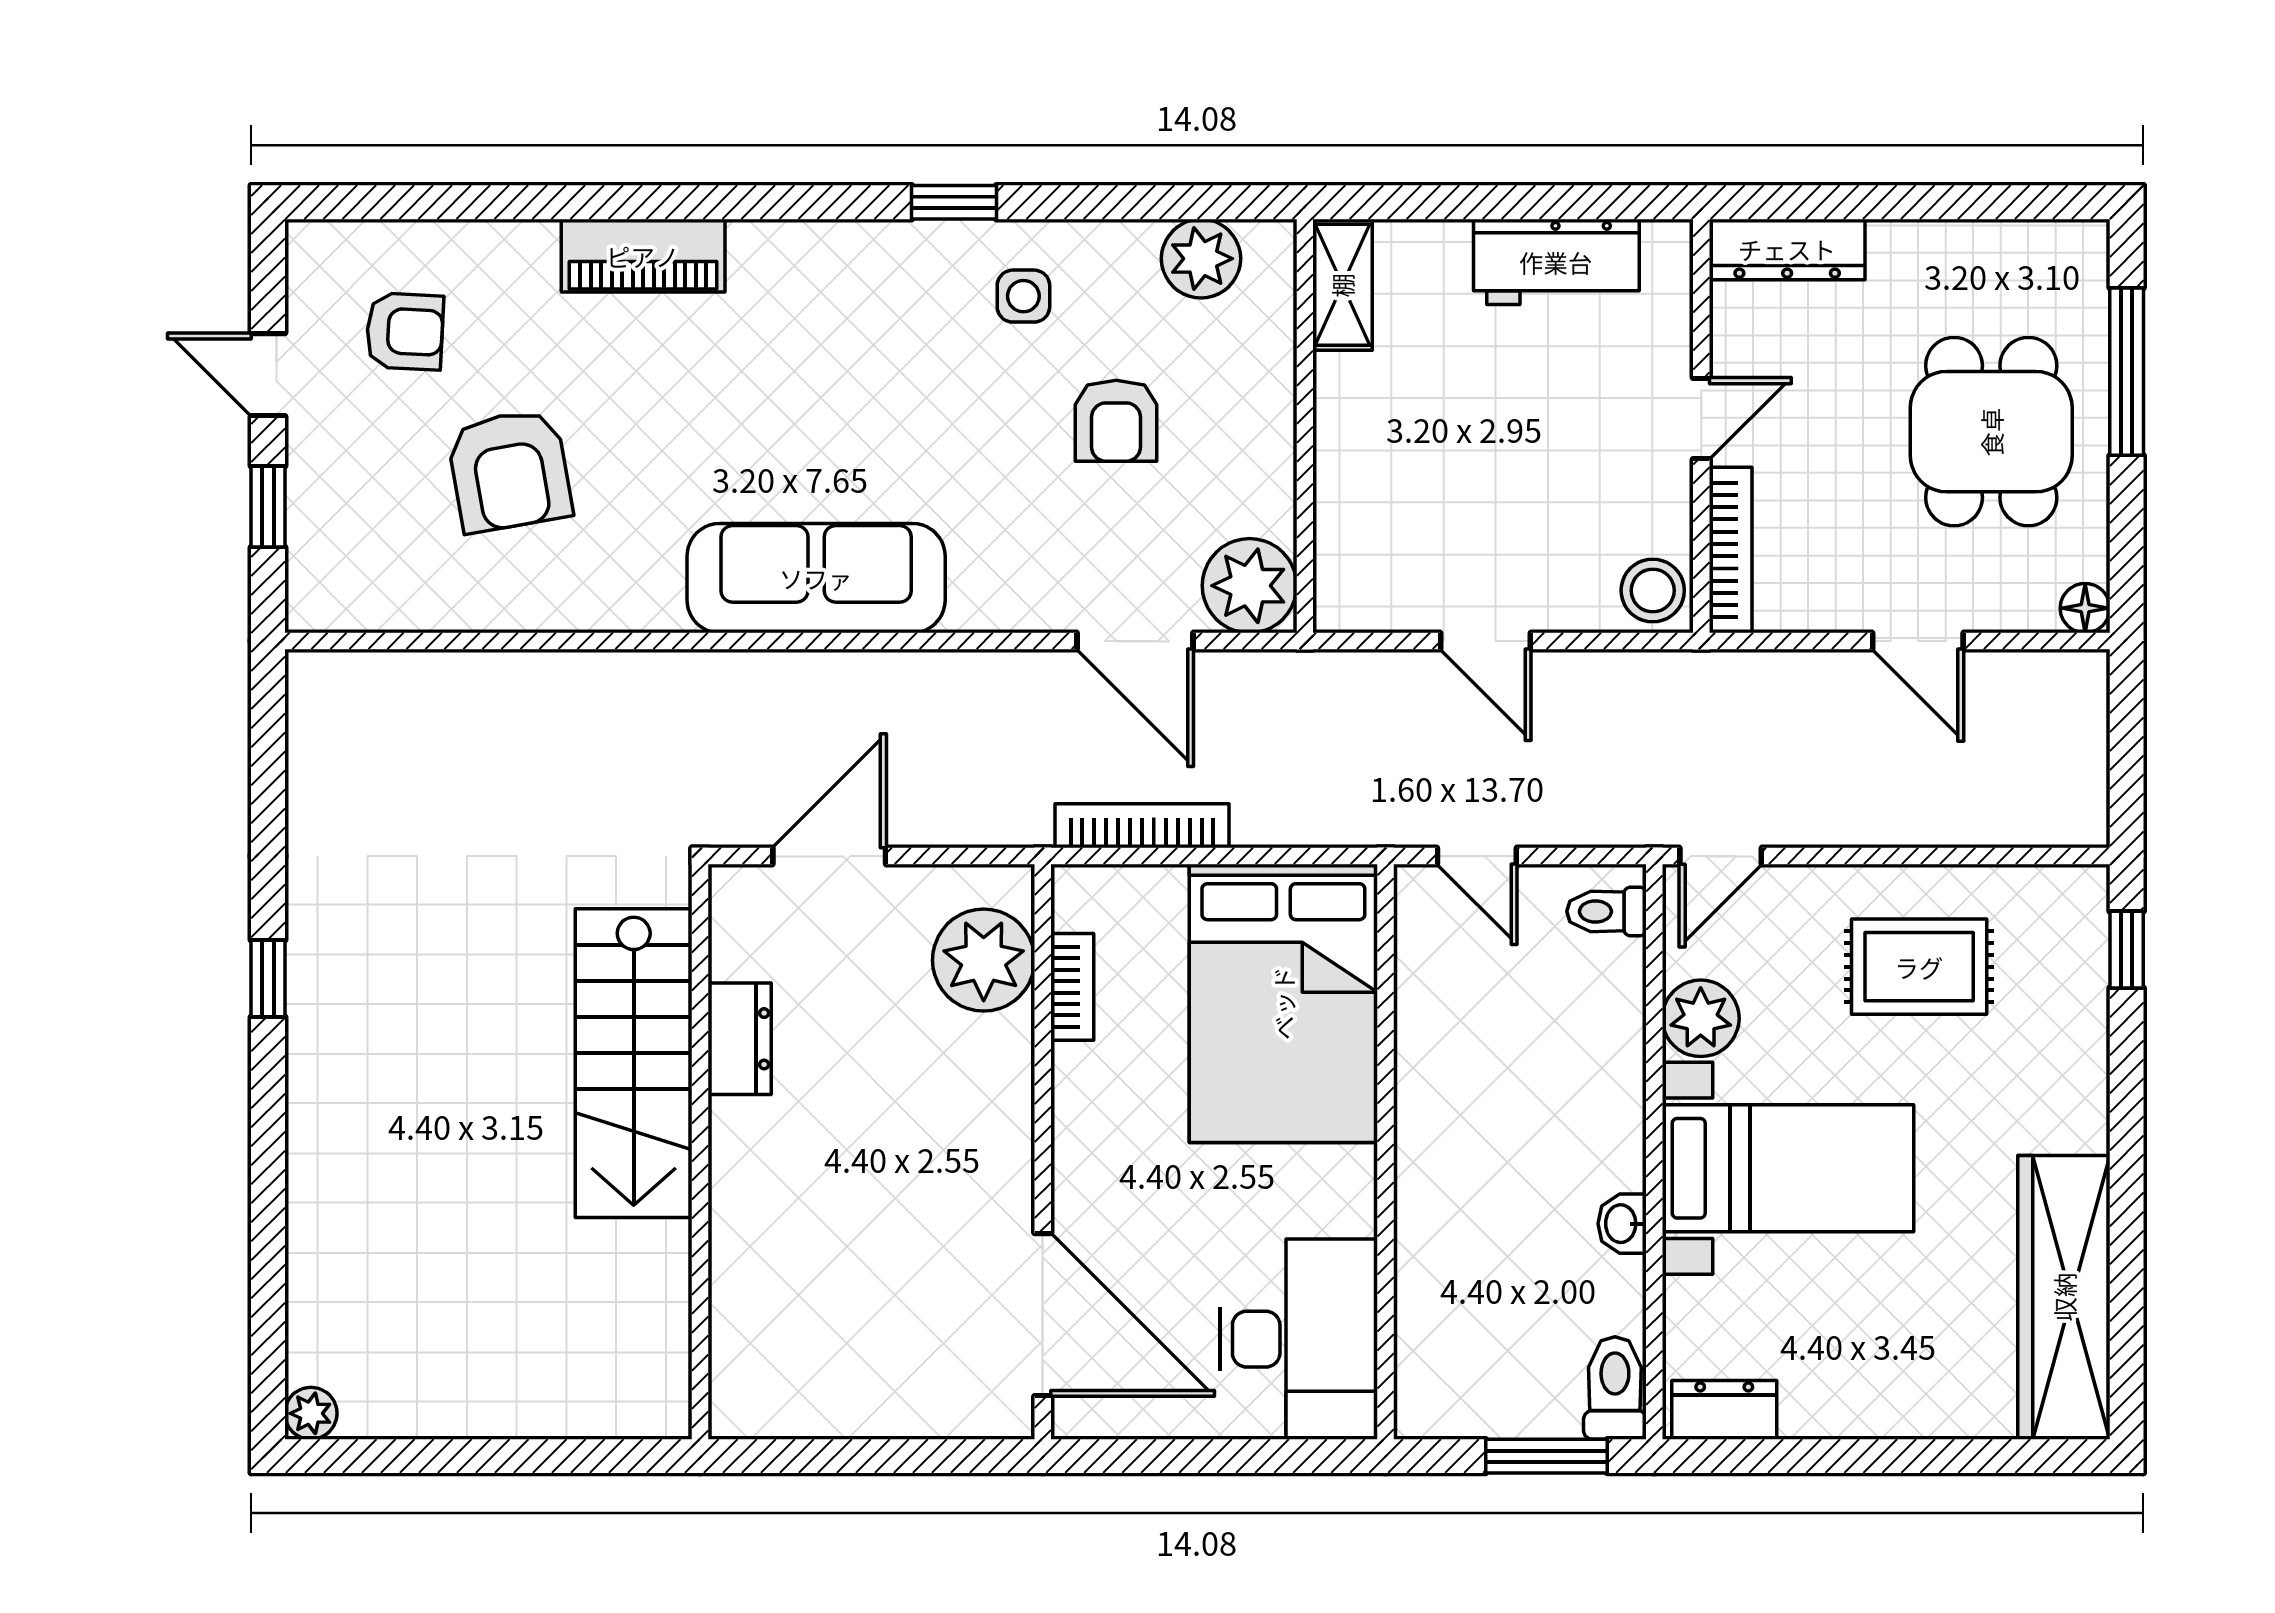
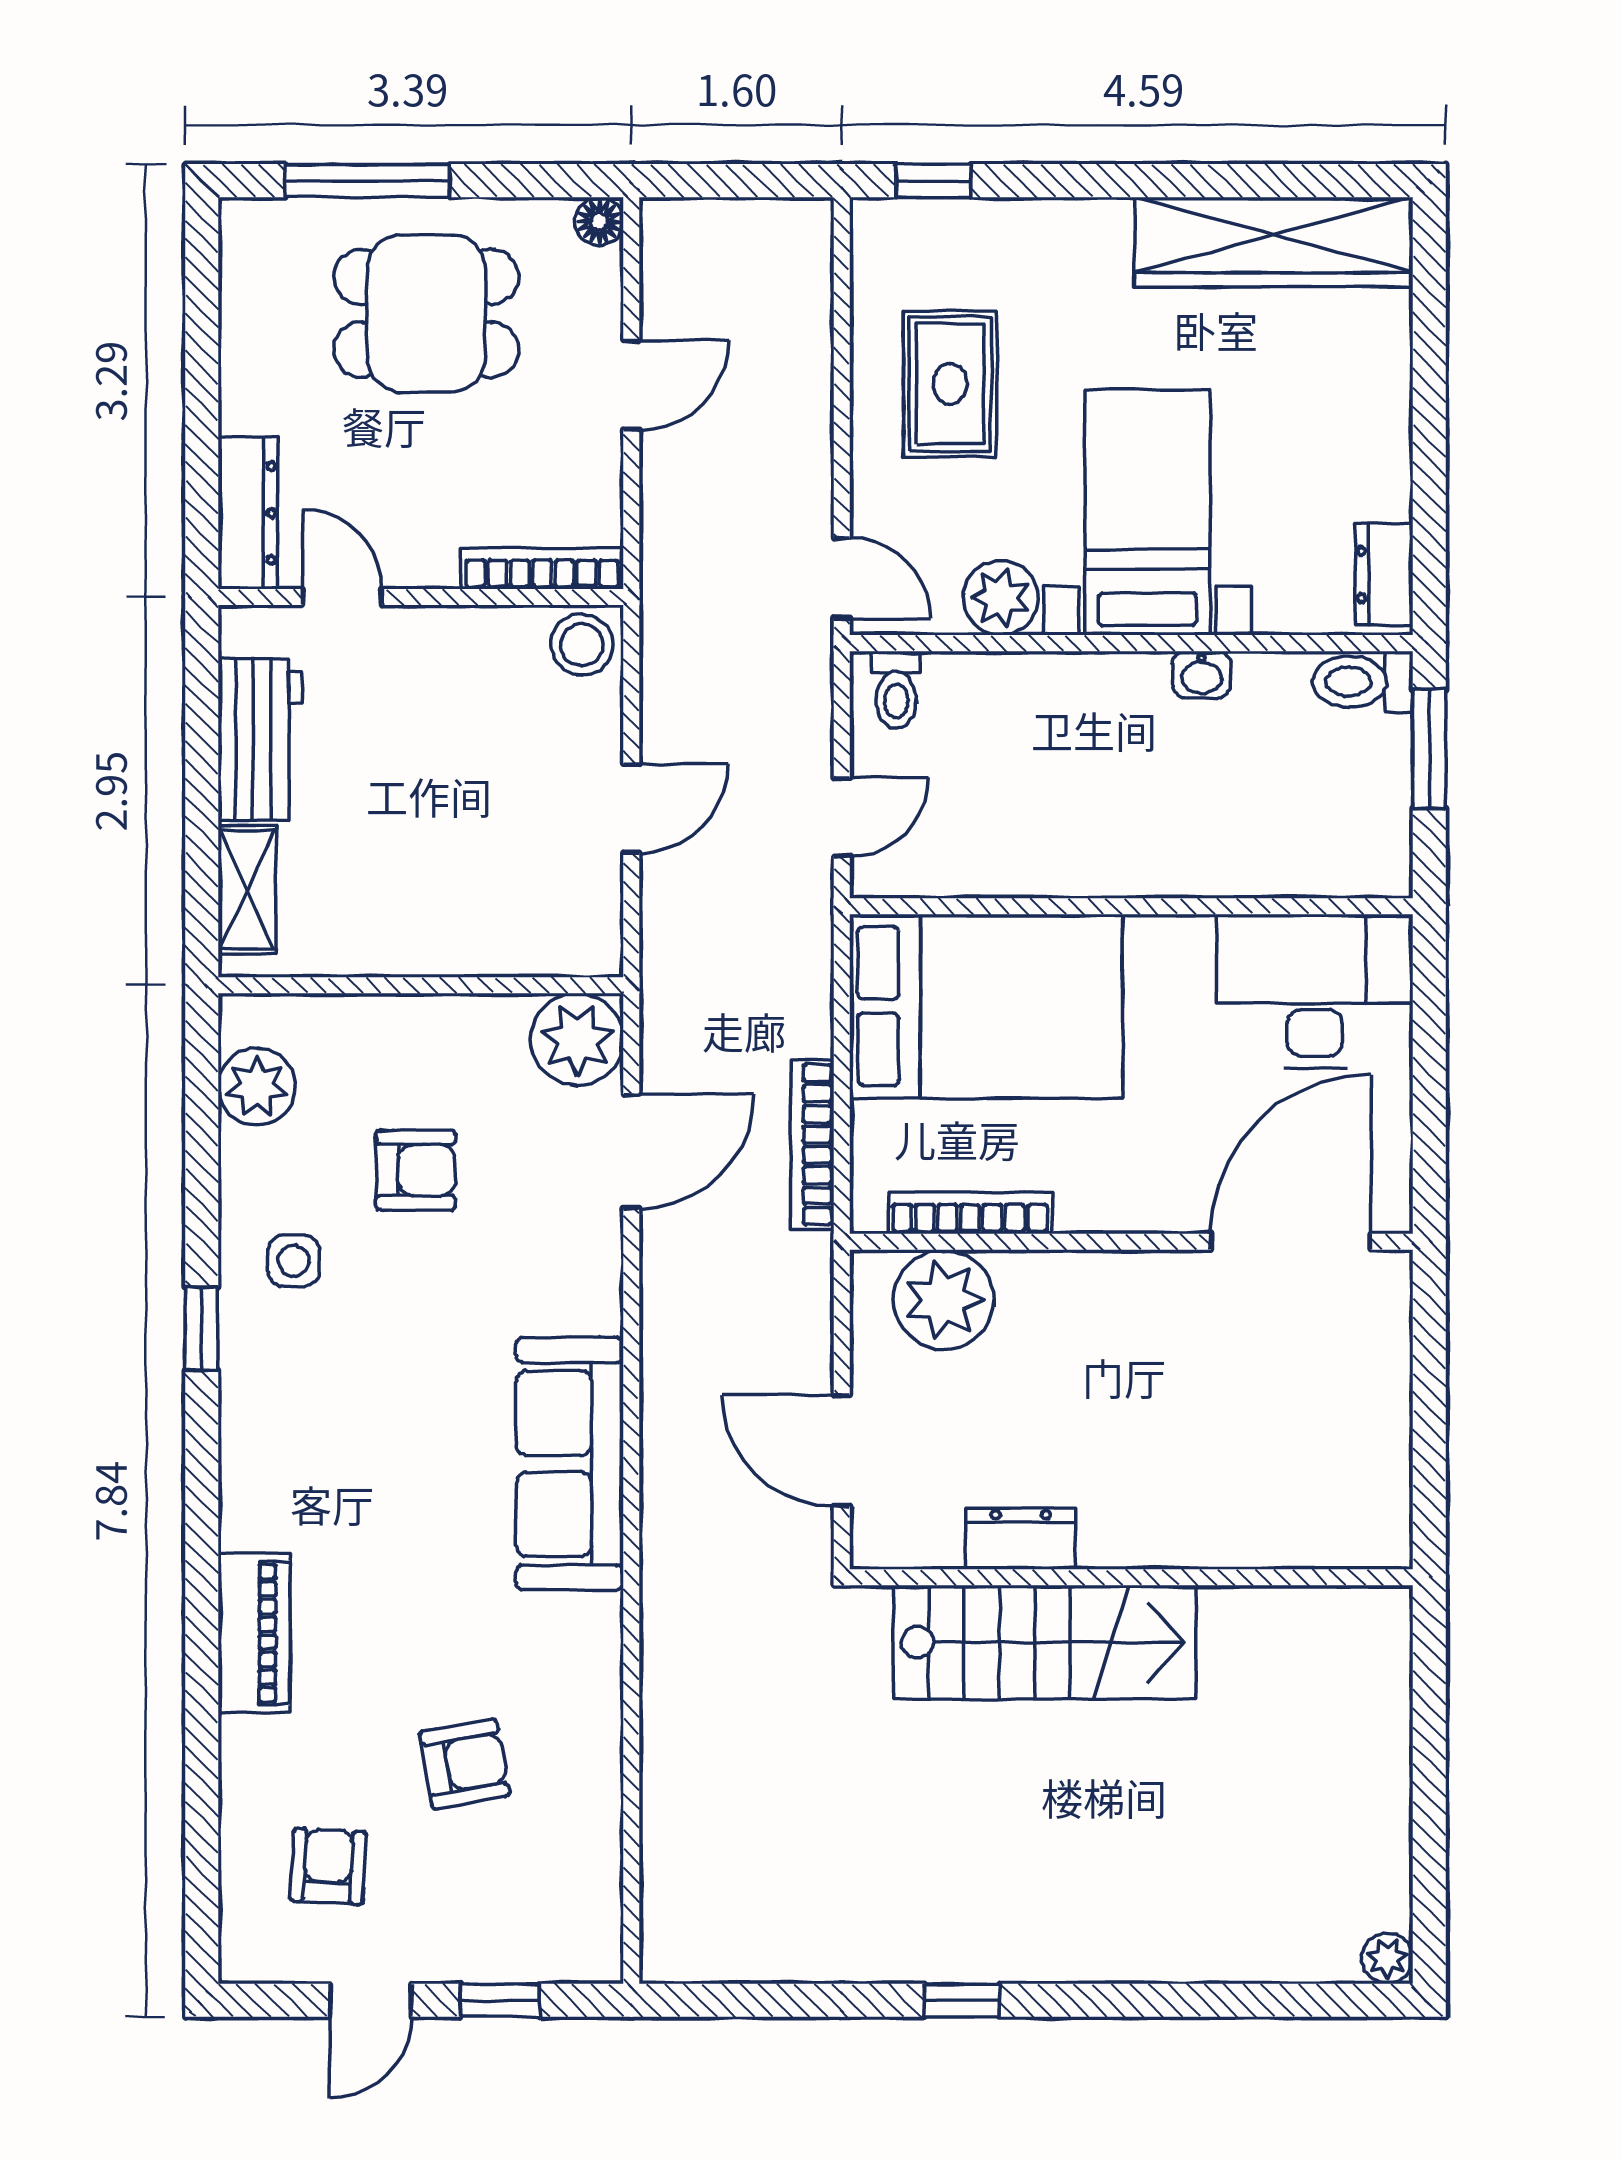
shelving: (1342, 285) -> (247, 890), moved, turned 90
door: (1701, 418) -> (342, 597), moved
armchair: (509, 471) -> (464, 1764), width x0.72, depth x0.72
bookcase: (1072, 987) -> (970, 1213), width x1.56

